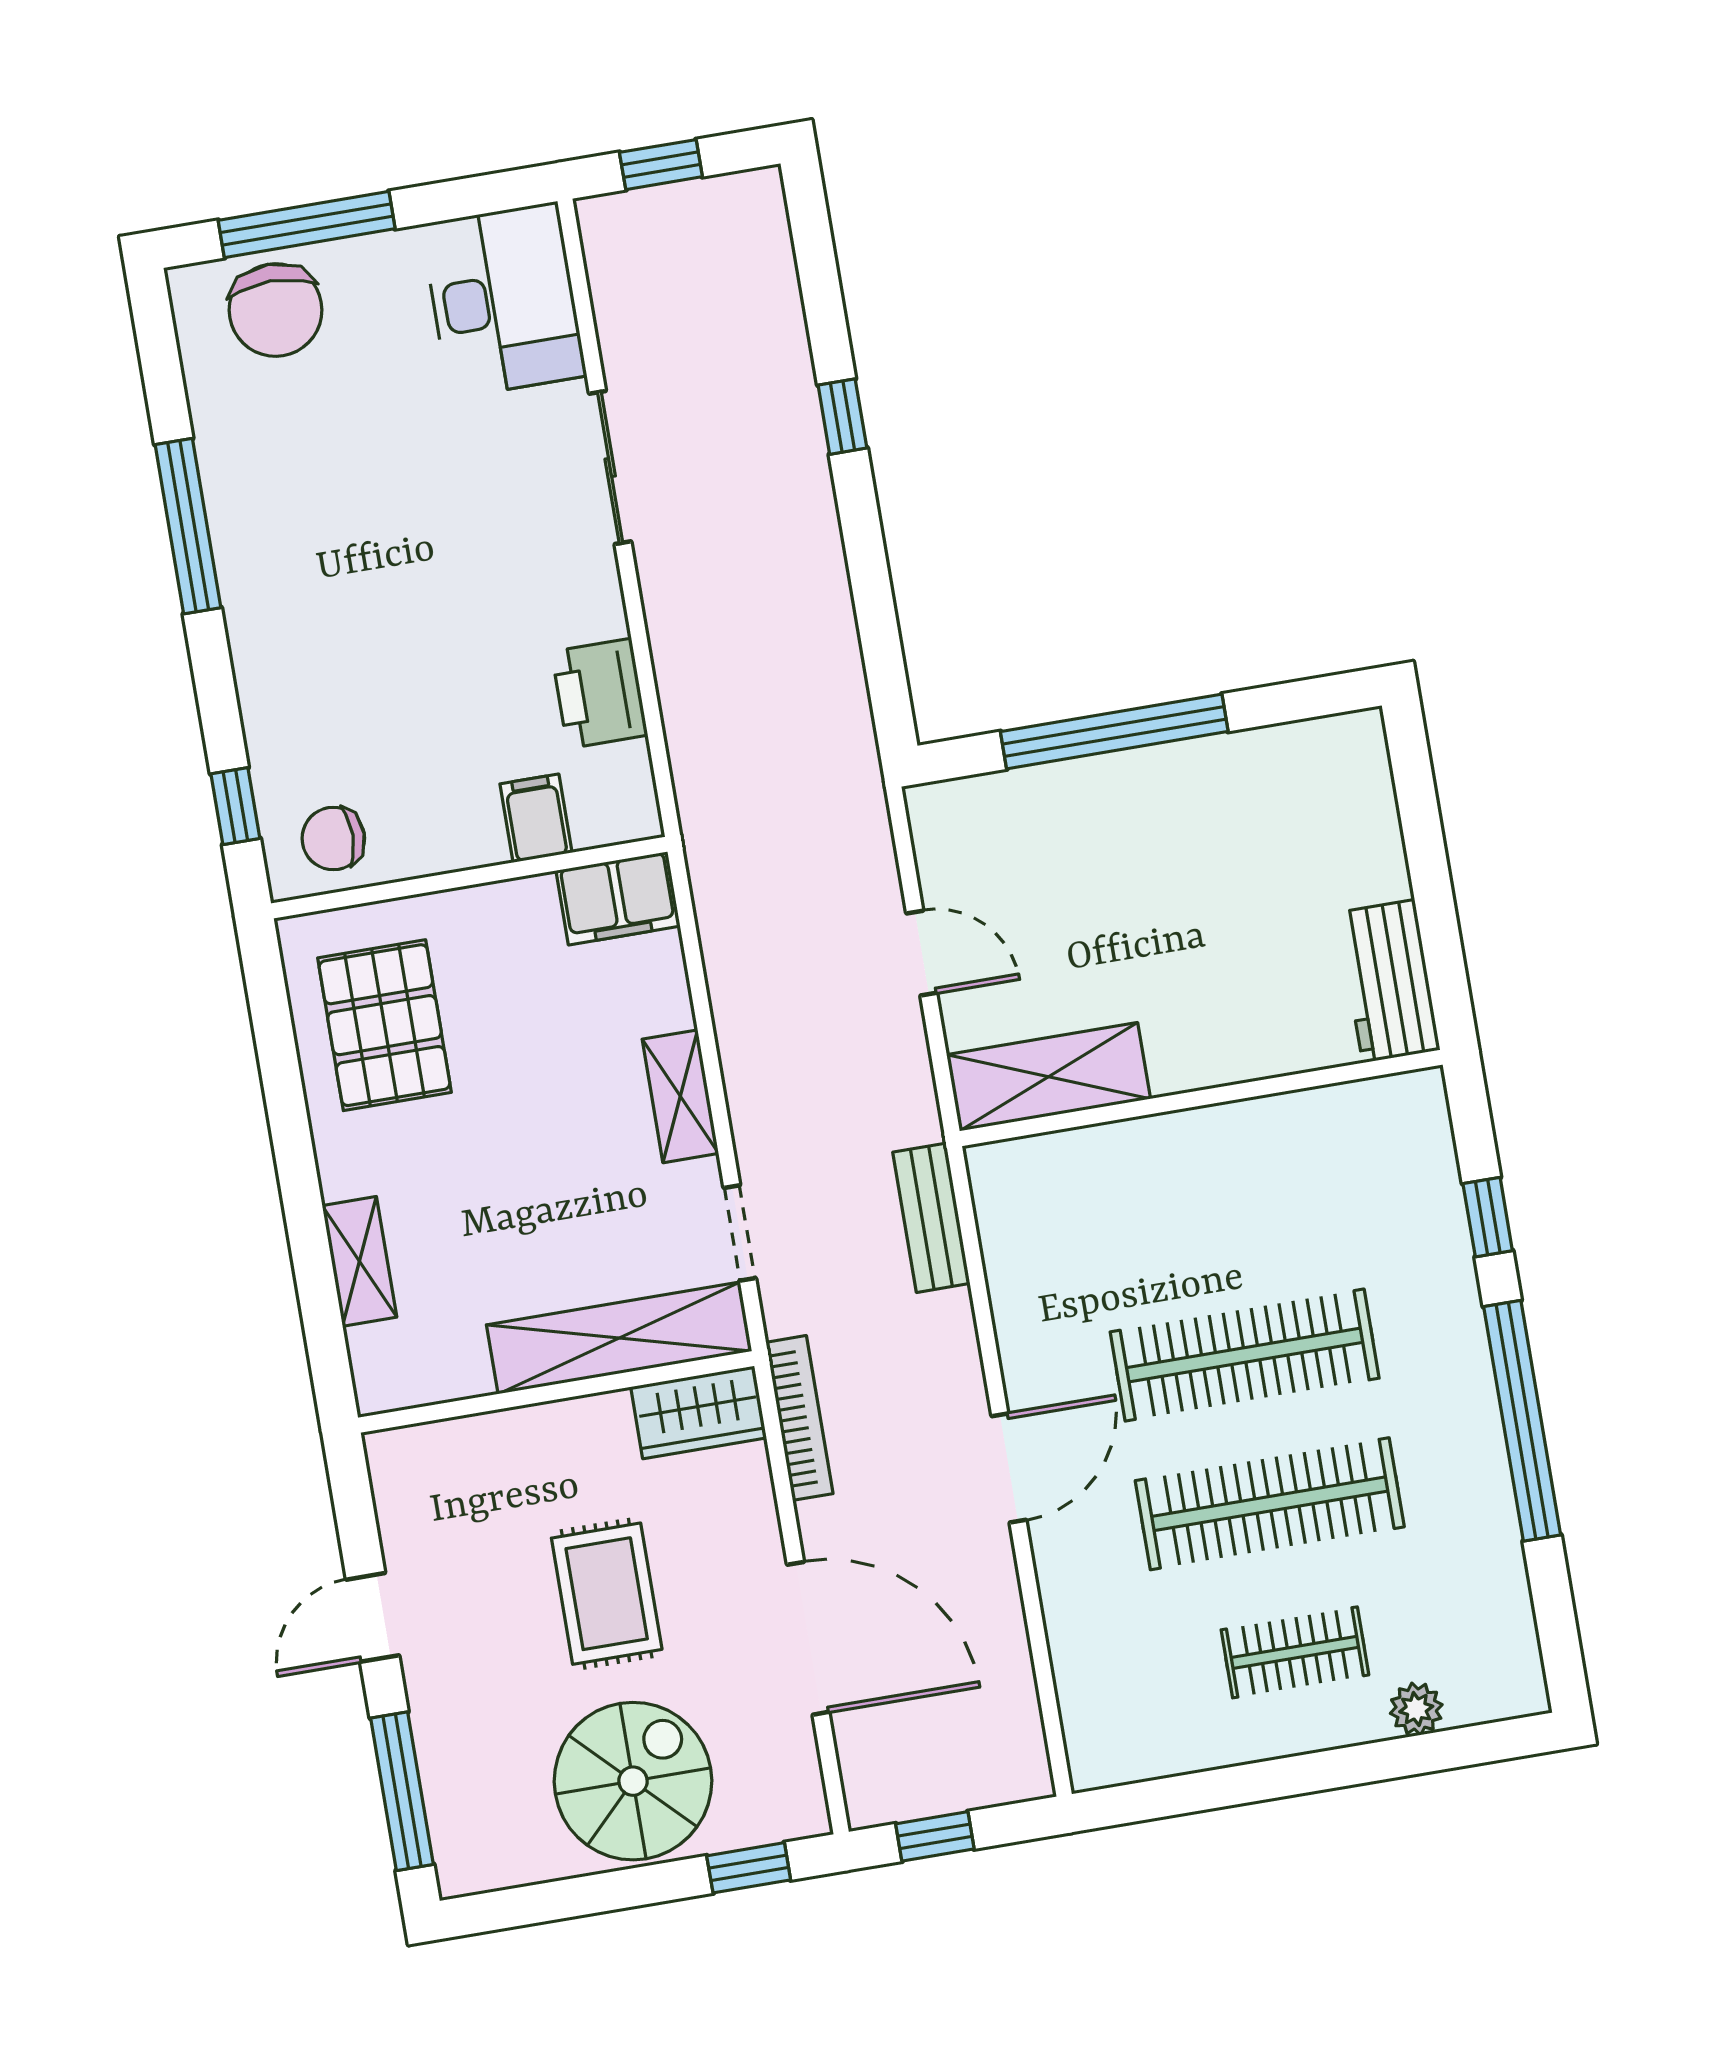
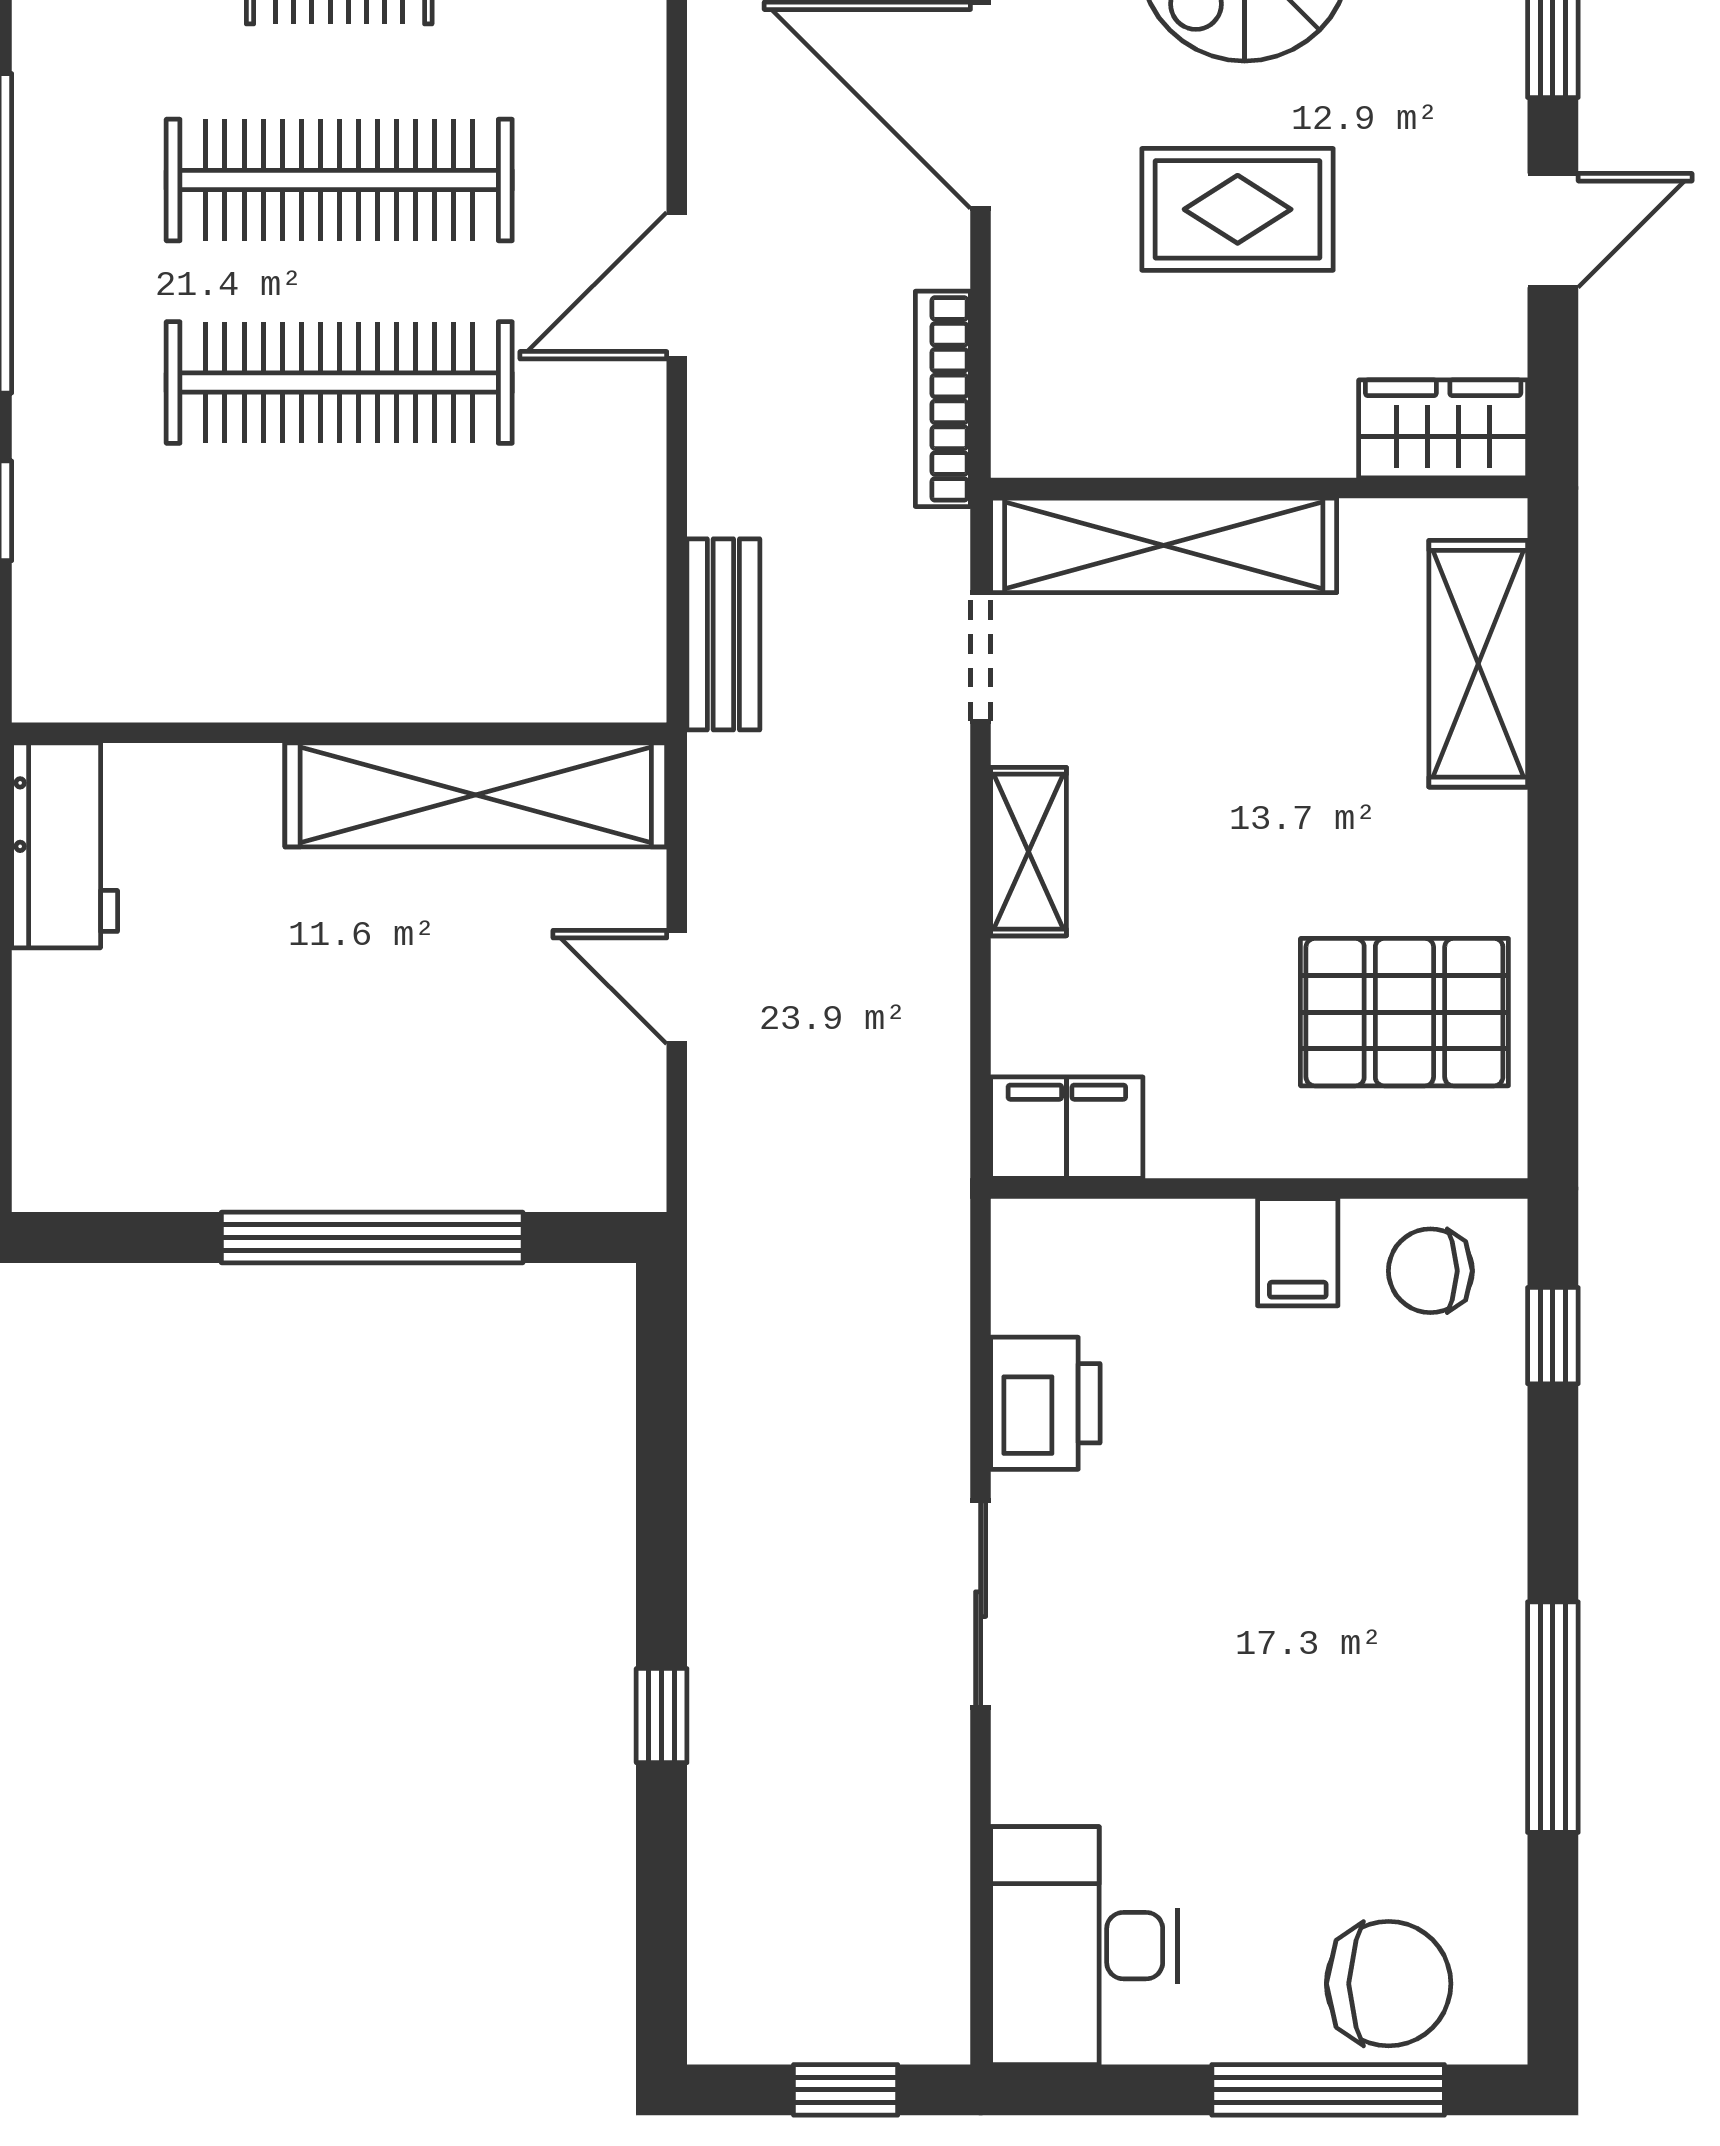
chair: (276, 310) -> (1389, 1984), turned 90
sliding door: (610, 467) -> (981, 1604), moved
filing cabinet: (536, 818) -> (1298, 1252), moved
chair: (333, 839) -> (1430, 1271), turned 180
pallet: (384, 1025) -> (1404, 1012), turned 90
shelving: (1049, 1077) -> (476, 795), width x1.47
shelving: (359, 1261) -> (1478, 664), width x1.50, depth x1.33
wardrobe: (699, 1412) -> (1443, 429), moved
rug: (607, 1594) -> (1238, 209), turned 90

